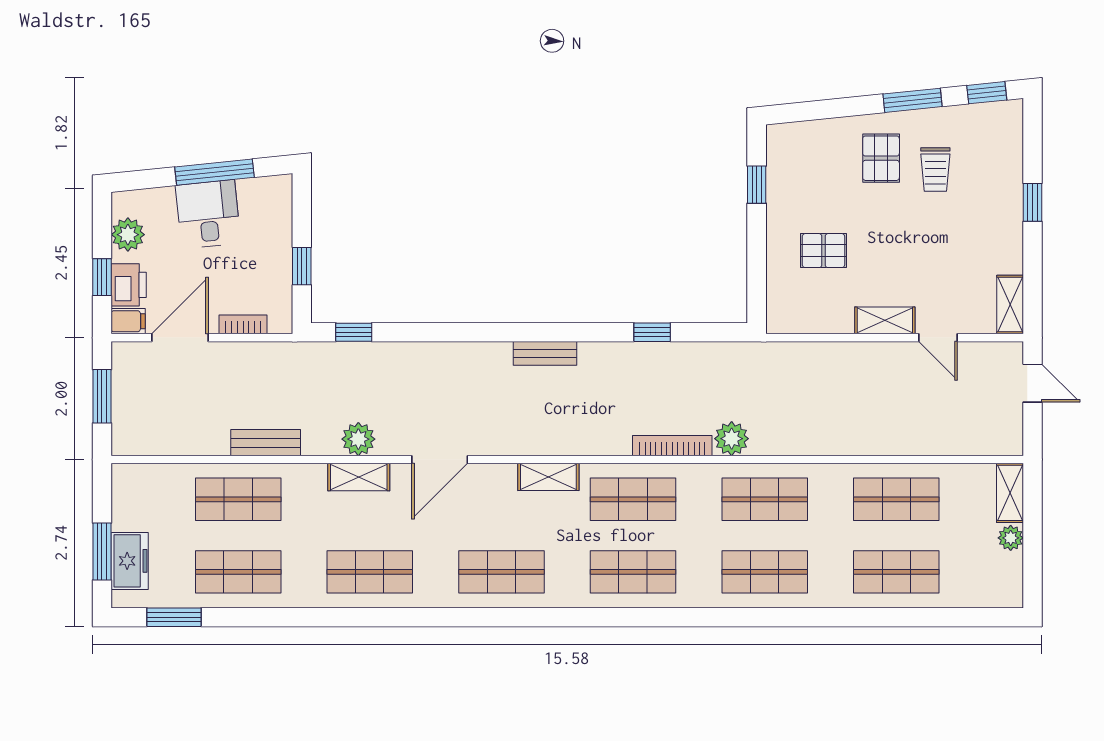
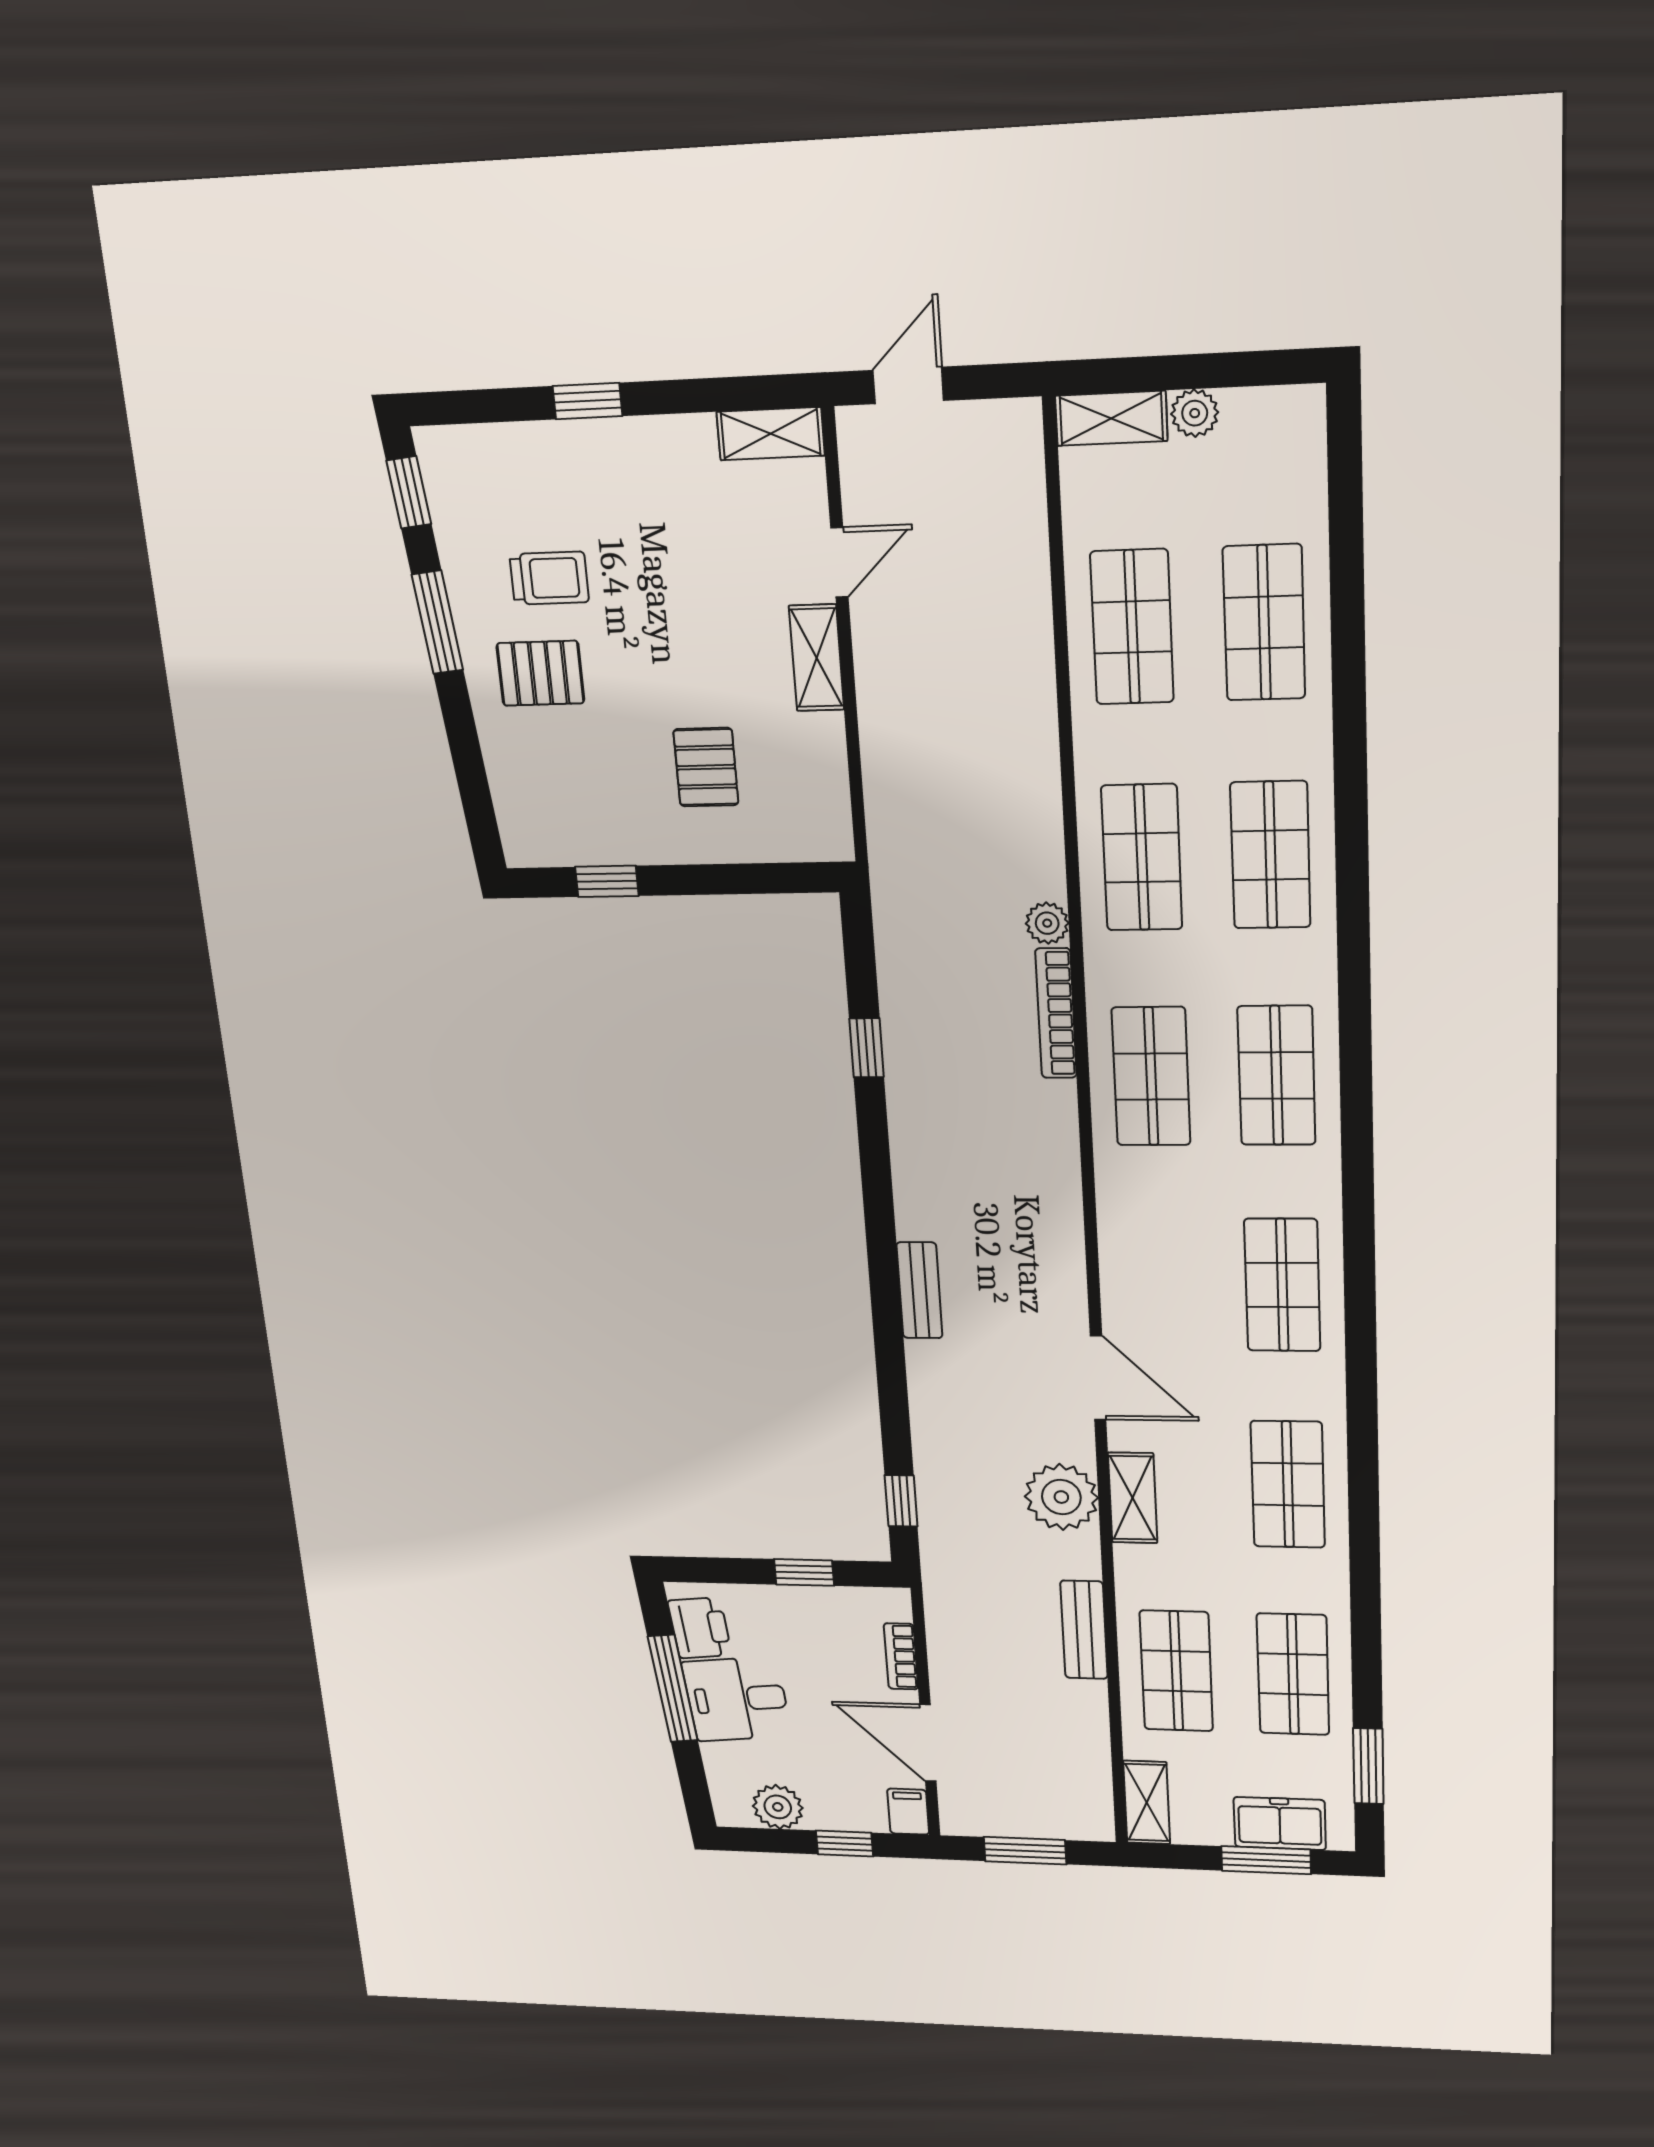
printer: (129, 285) -> (700, 1628), moved, turned 84
bench: (545, 353) -> (919, 1290), moved
plant: (358, 439) -> (1061, 1497), width x1.36, depth x1.36
plant: (732, 439) -> (1047, 923), width x0.73, depth x0.73
shelving: (548, 477) -> (1147, 1803), moved

